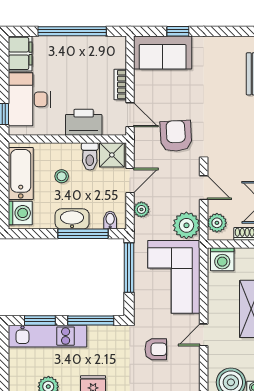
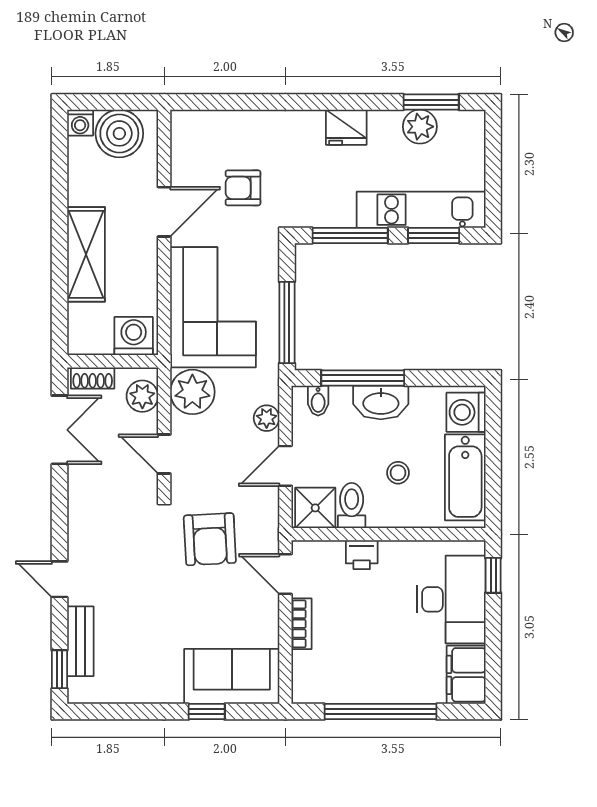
printer: (84, 122) -> (362, 555), width x0.53, depth x0.68
door: (204, 335) -> (164, 212), width x1.38

